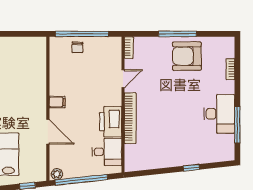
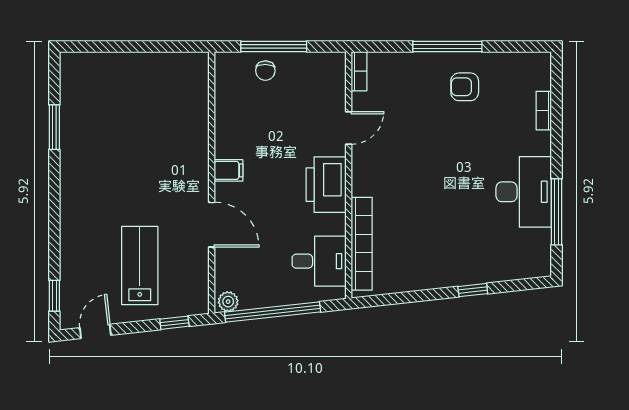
window: (82, 34) -> (274, 46), width x0.68
armchair: (187, 56) -> (465, 87), width x0.53, depth x0.53
bookcase: (130, 118) -> (362, 244), moved
printer: (111, 122) -> (326, 185), moved

